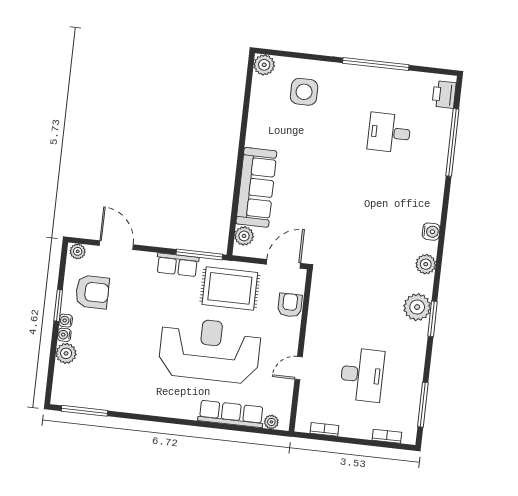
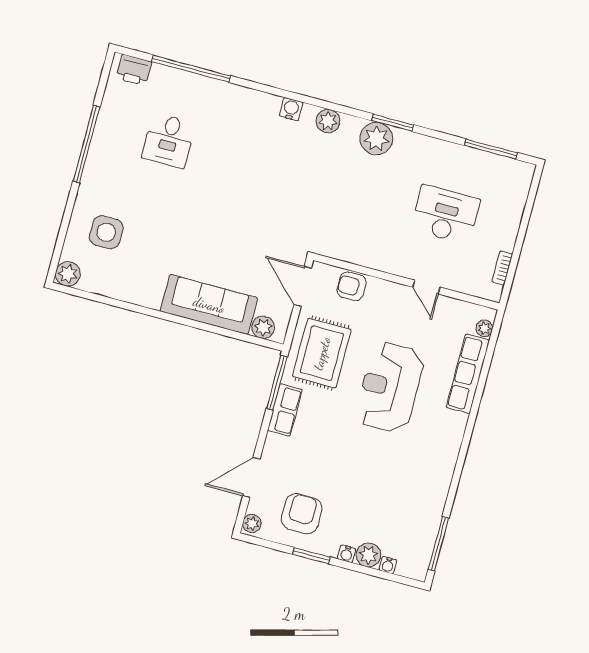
water cooler: (66, 321) -> (388, 565), moved
reception desk: (210, 350) -> (390, 387), width x0.74, depth x0.77
bookcase: (387, 436) -> (521, 196), removed

